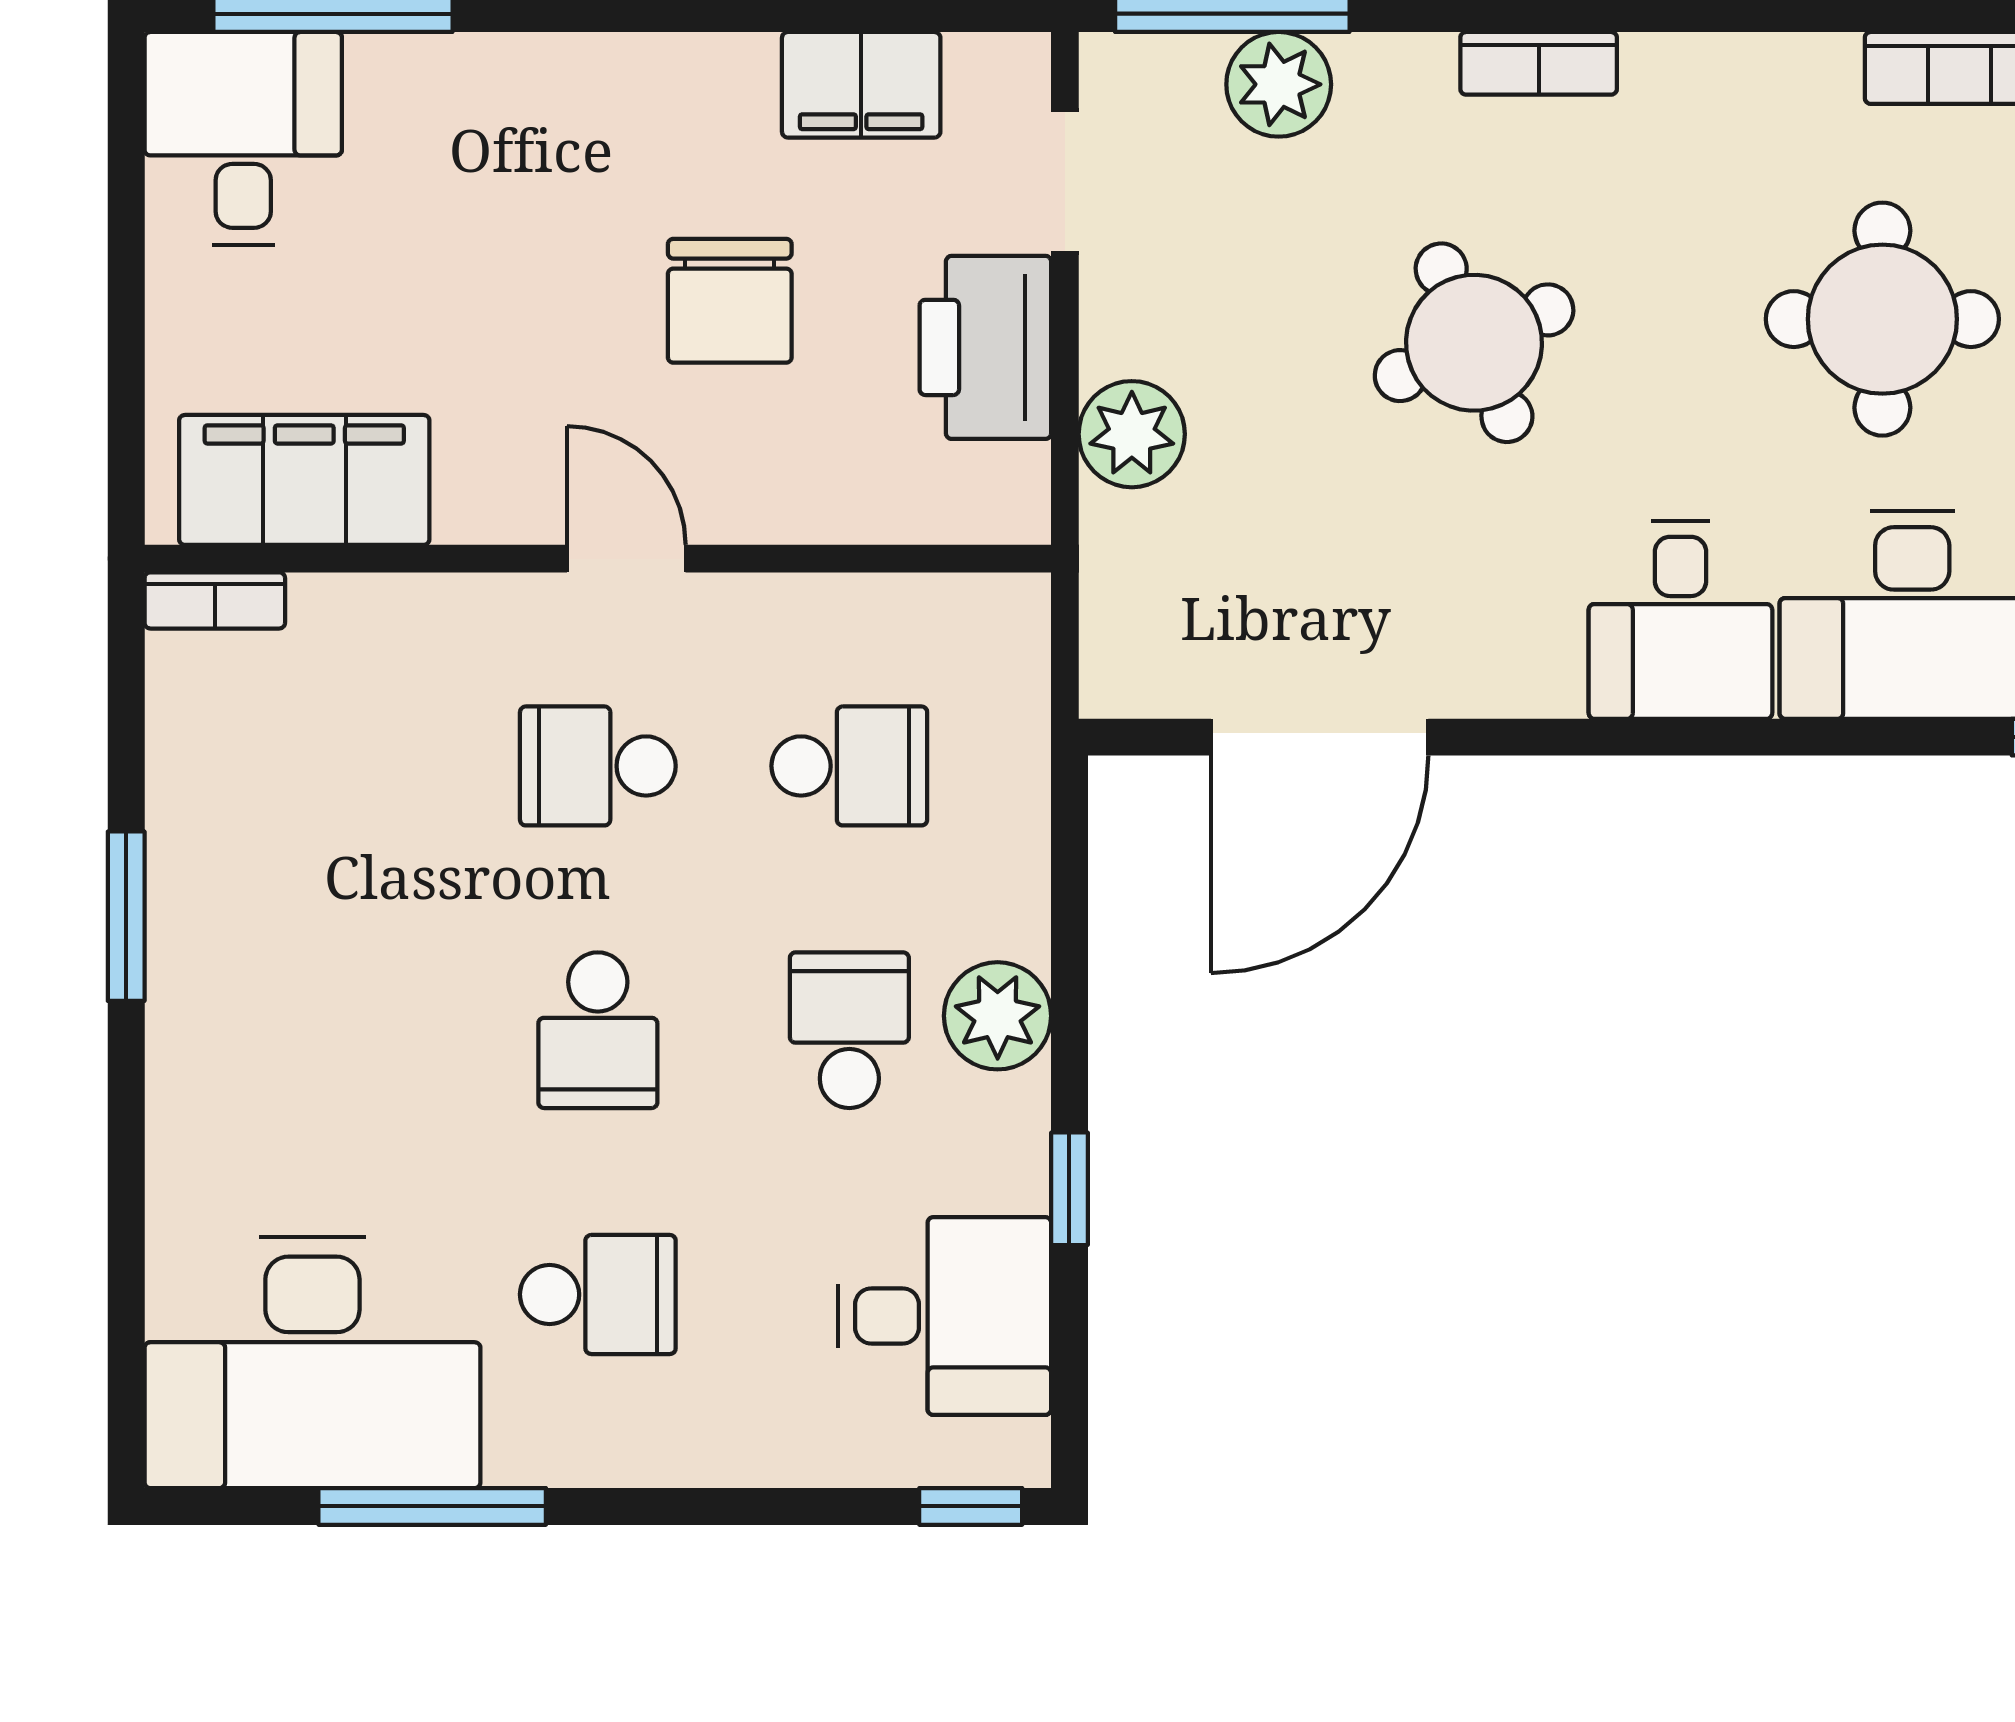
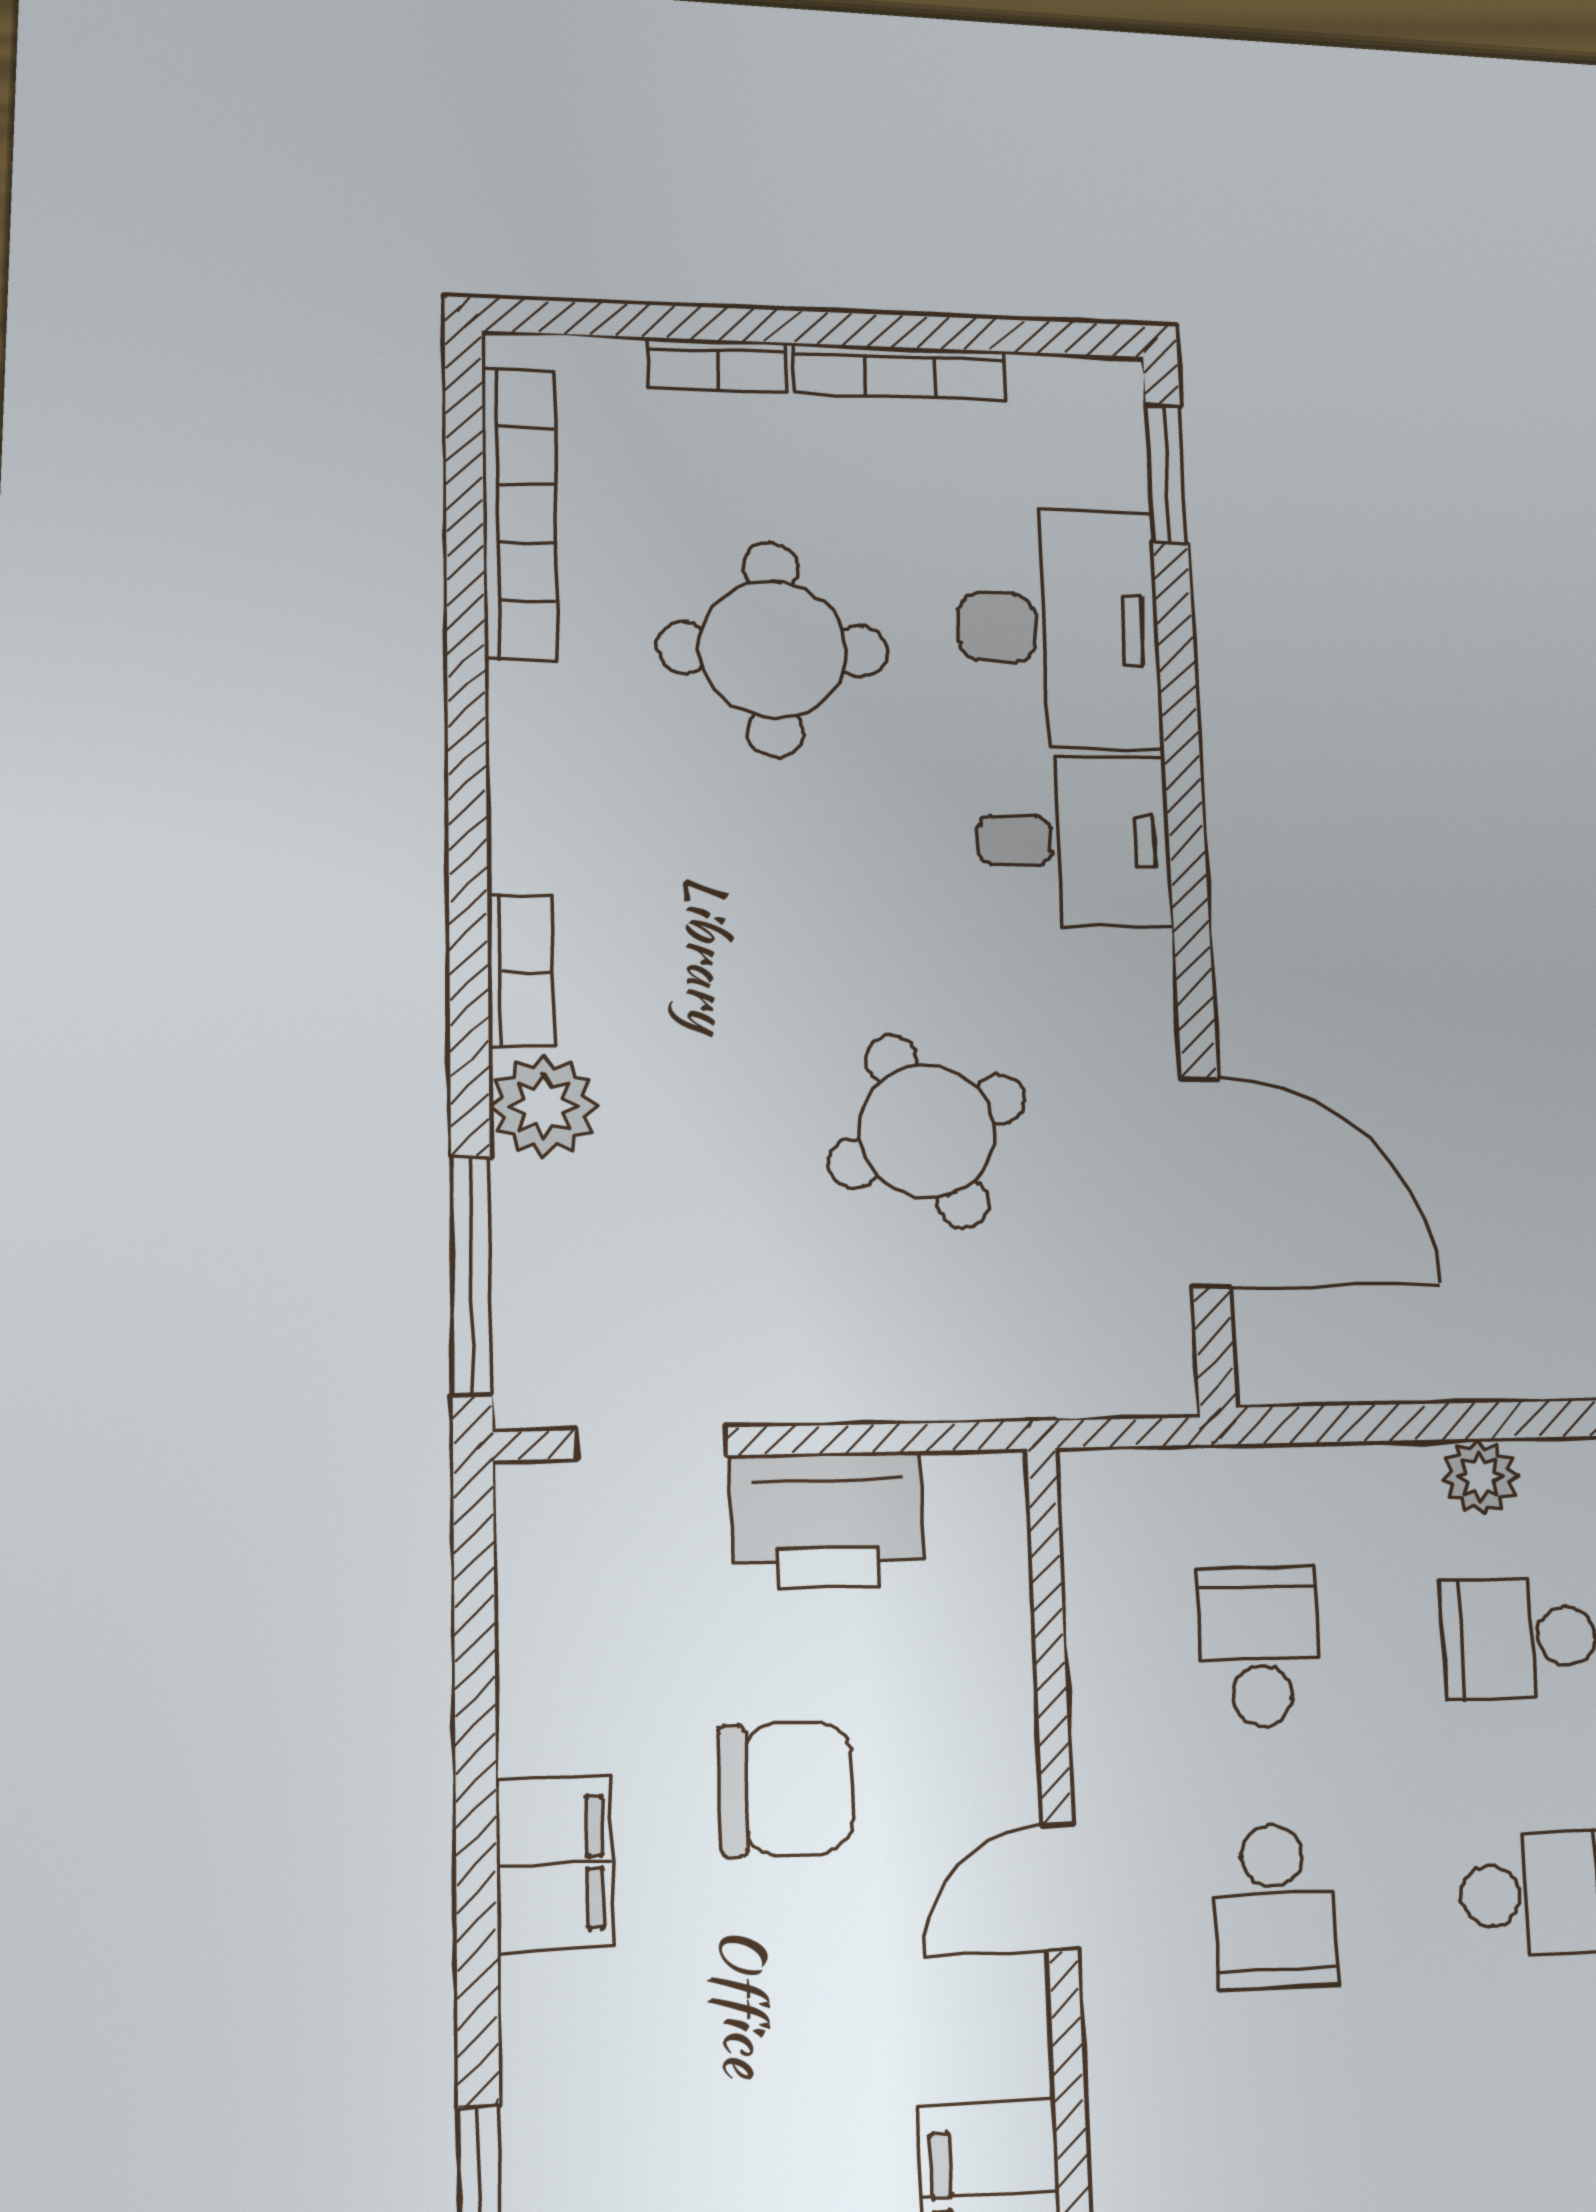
plant: (1279, 84) -> (544, 1106), moved
filing cabinet: (861, 85) -> (555, 1863), moved
round table: (1474, 343) -> (927, 1131), moved
plant: (1132, 434) -> (912, 1370), removed
plant: (998, 1016) -> (1480, 1477), width x0.73, depth x0.73

